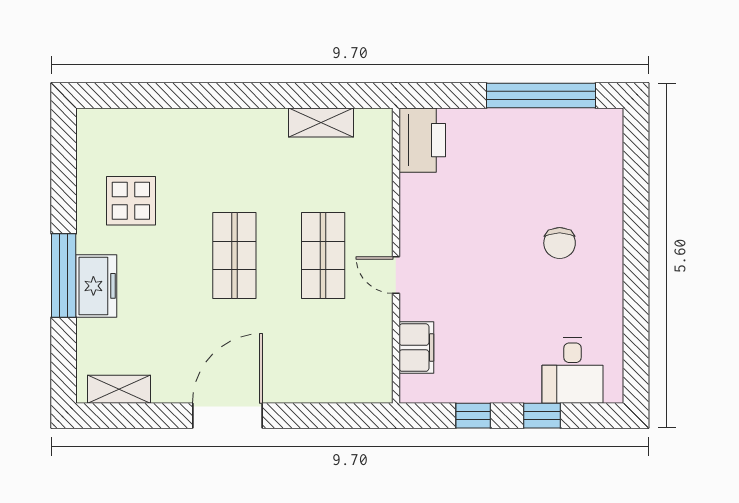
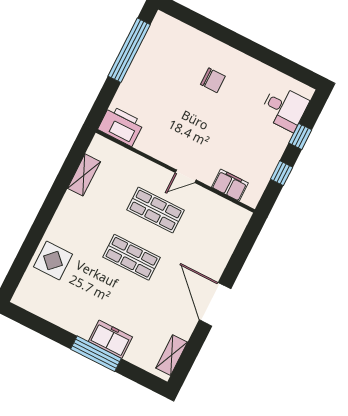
display table: (131, 201) -> (53, 261), moved

